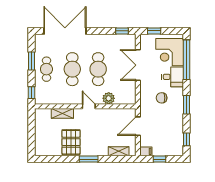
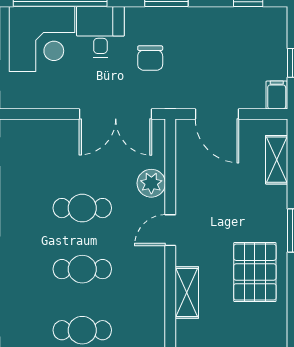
double door: (138, 65) -> (116, 114), moved
cafe table: (72, 69) -> (82, 269), width x0.73, depth x0.74
cafe table: (98, 69) -> (82, 208), width x0.73, depth x0.74
pallet: (71, 142) -> (255, 272), turned 90

